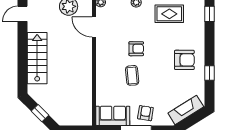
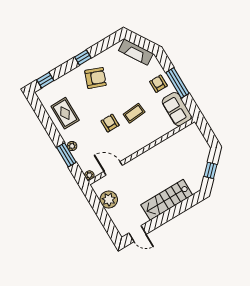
door: (94, 27) -> (113, 168), swing flipped
armchair: (184, 60) -> (95, 78), turned 111
window: (209, 73) -> (83, 58), moved
armchair: (145, 113) -> (158, 84), turned 81

